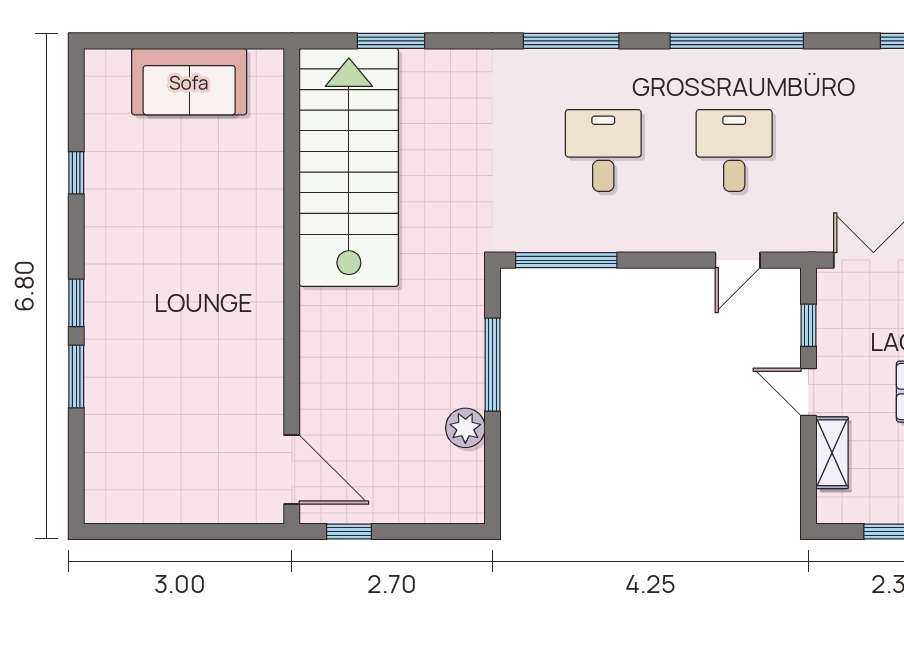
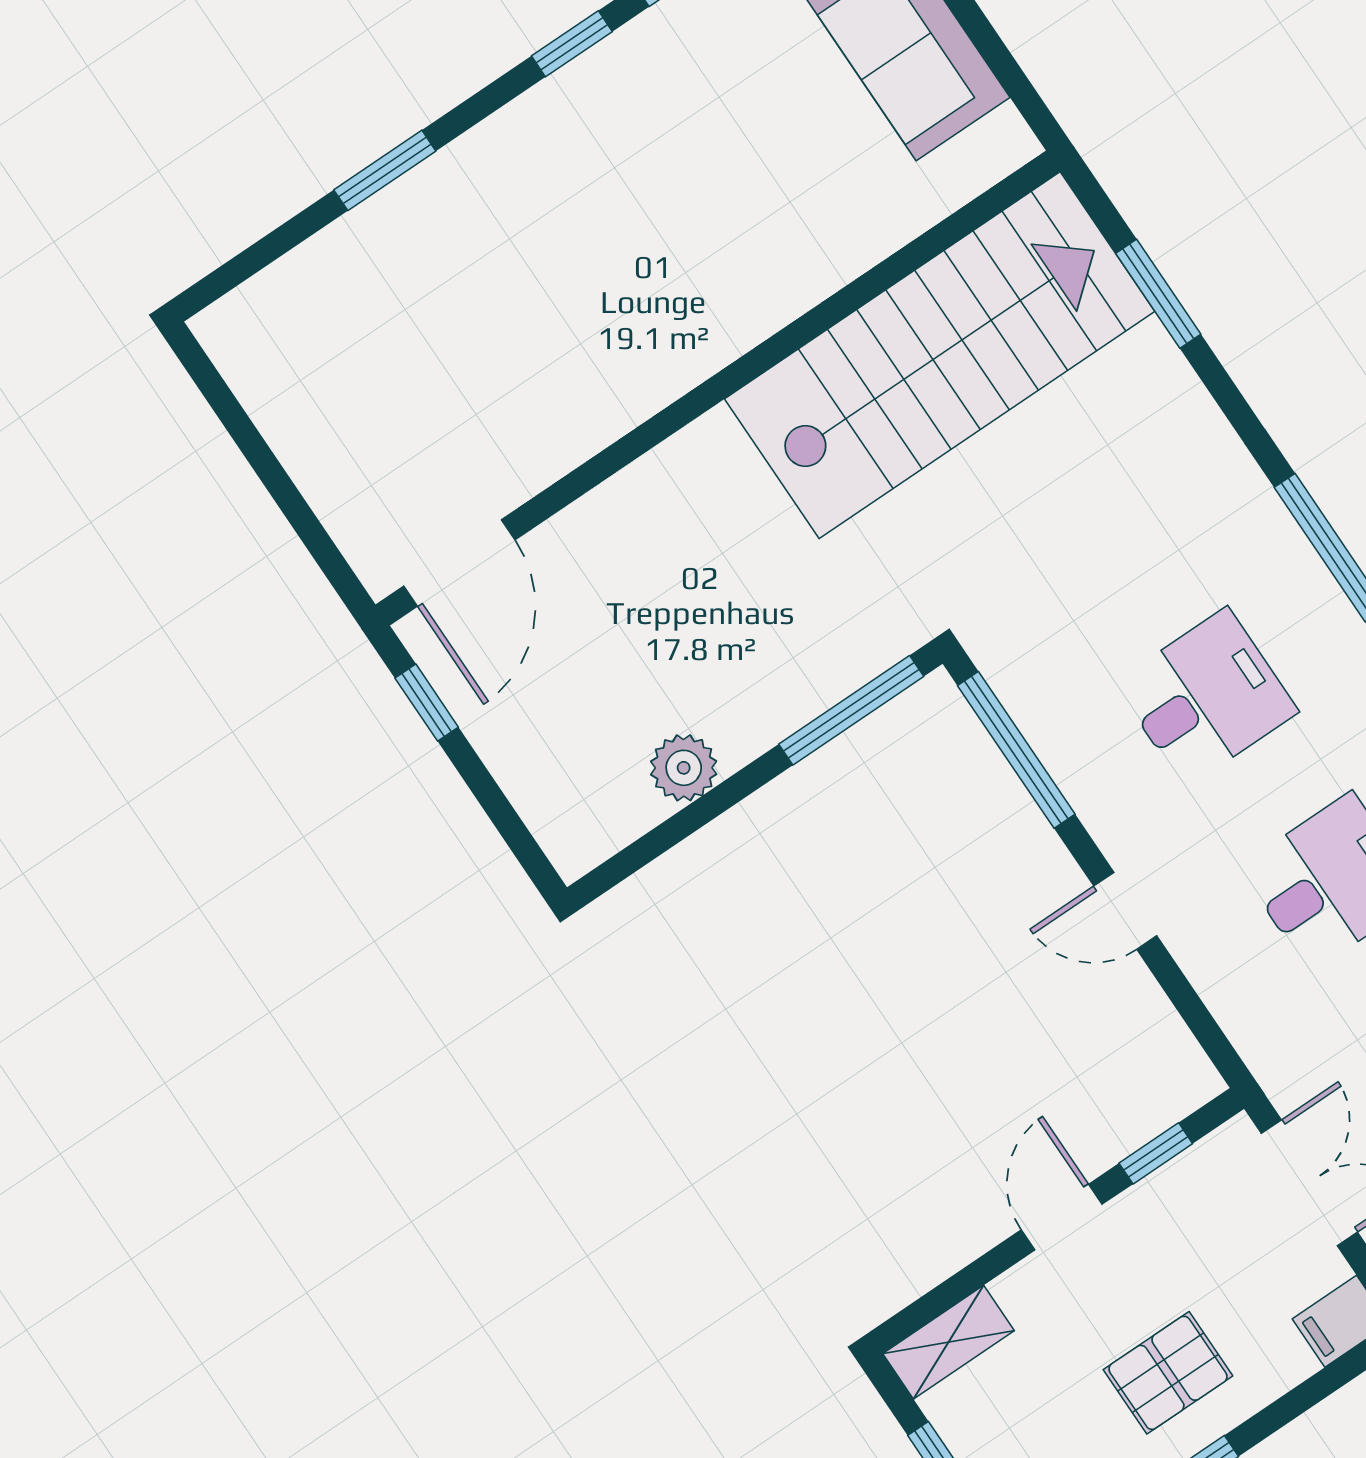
door: (738, 260) -> (1125, 911), moved
window: (76, 303) -> (572, 44), moved
window: (493, 365) -> (851, 710), moved
shelving: (832, 453) -> (949, 1342), moved

